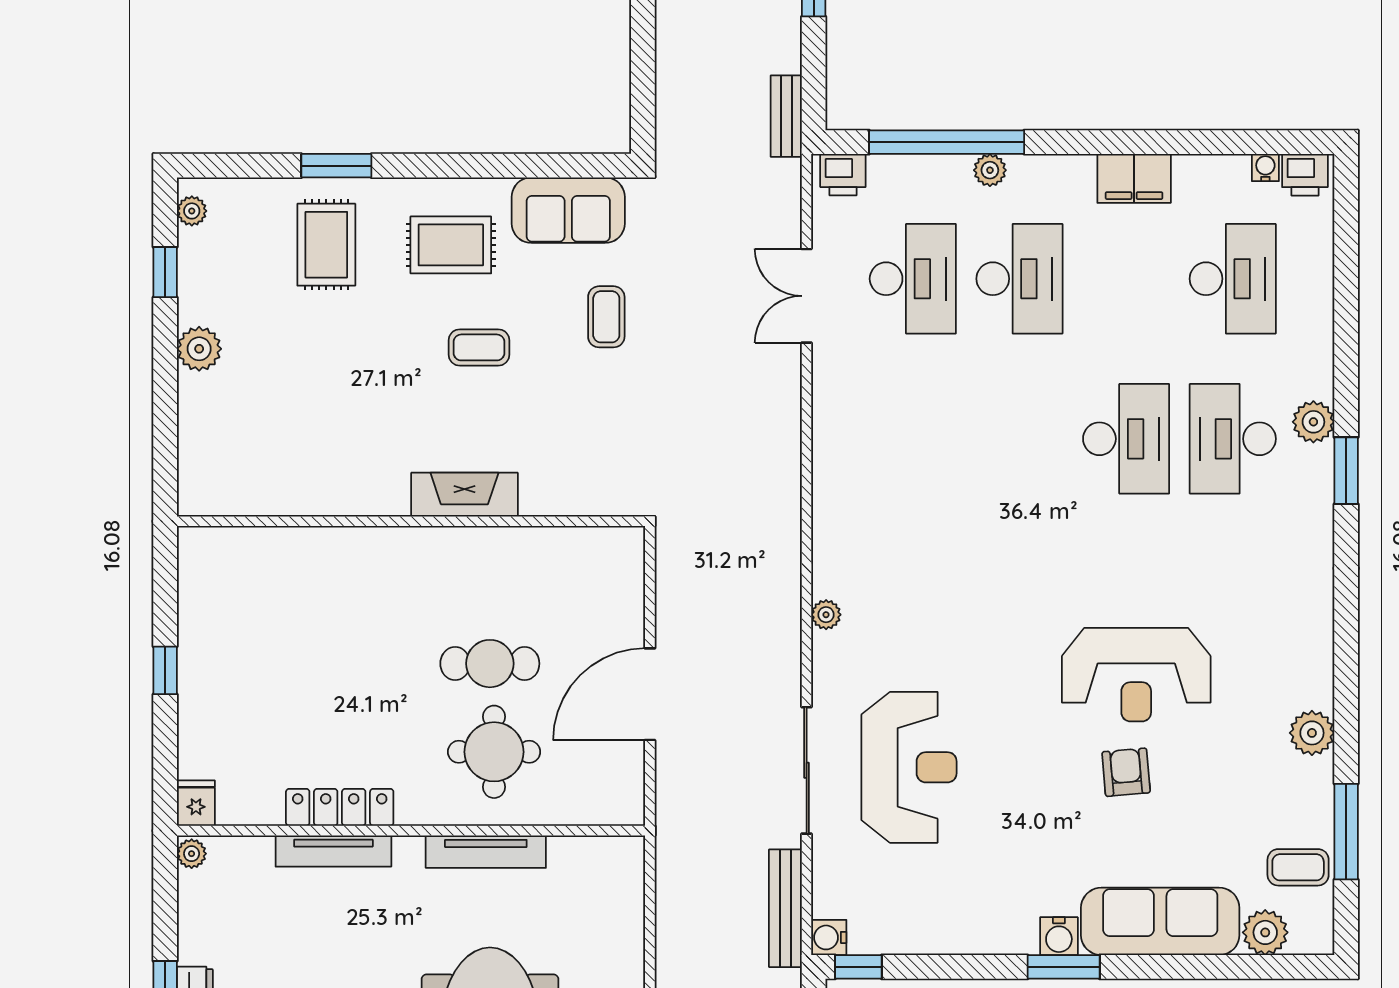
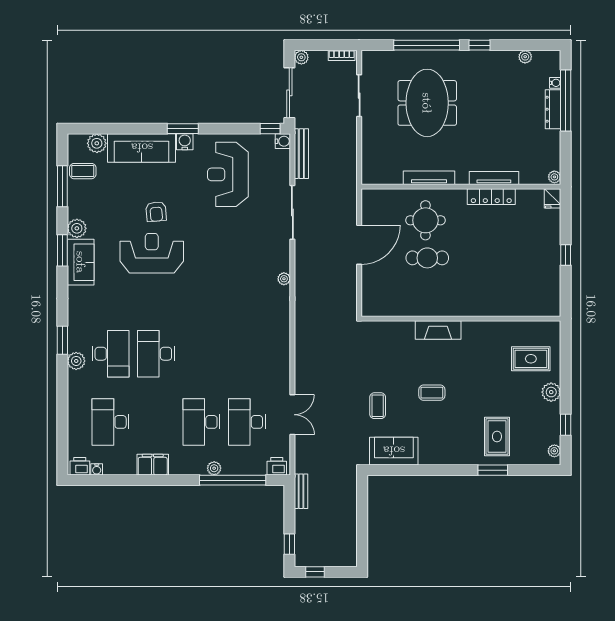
rug: (451, 245) -> (531, 359), moved
sofa: (1303, 654) -> (81, 262), added
window: (1346, 681) -> (62, 250), added
reception desk: (909, 767) -> (228, 174), moved

